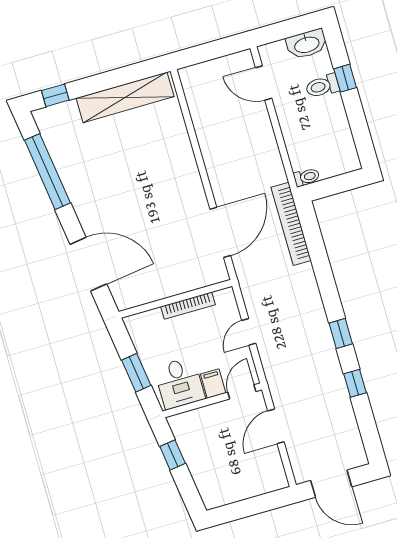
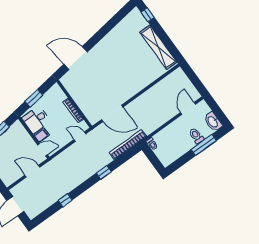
window: (345, 78) -> (204, 145), width x2.17
window: (47, 172) -> (111, 24), removed
door: (88, 264) -> (76, 58), swing flipped
door: (249, 332) -> (80, 137), moved
window: (341, 333) -> (104, 172), moved

